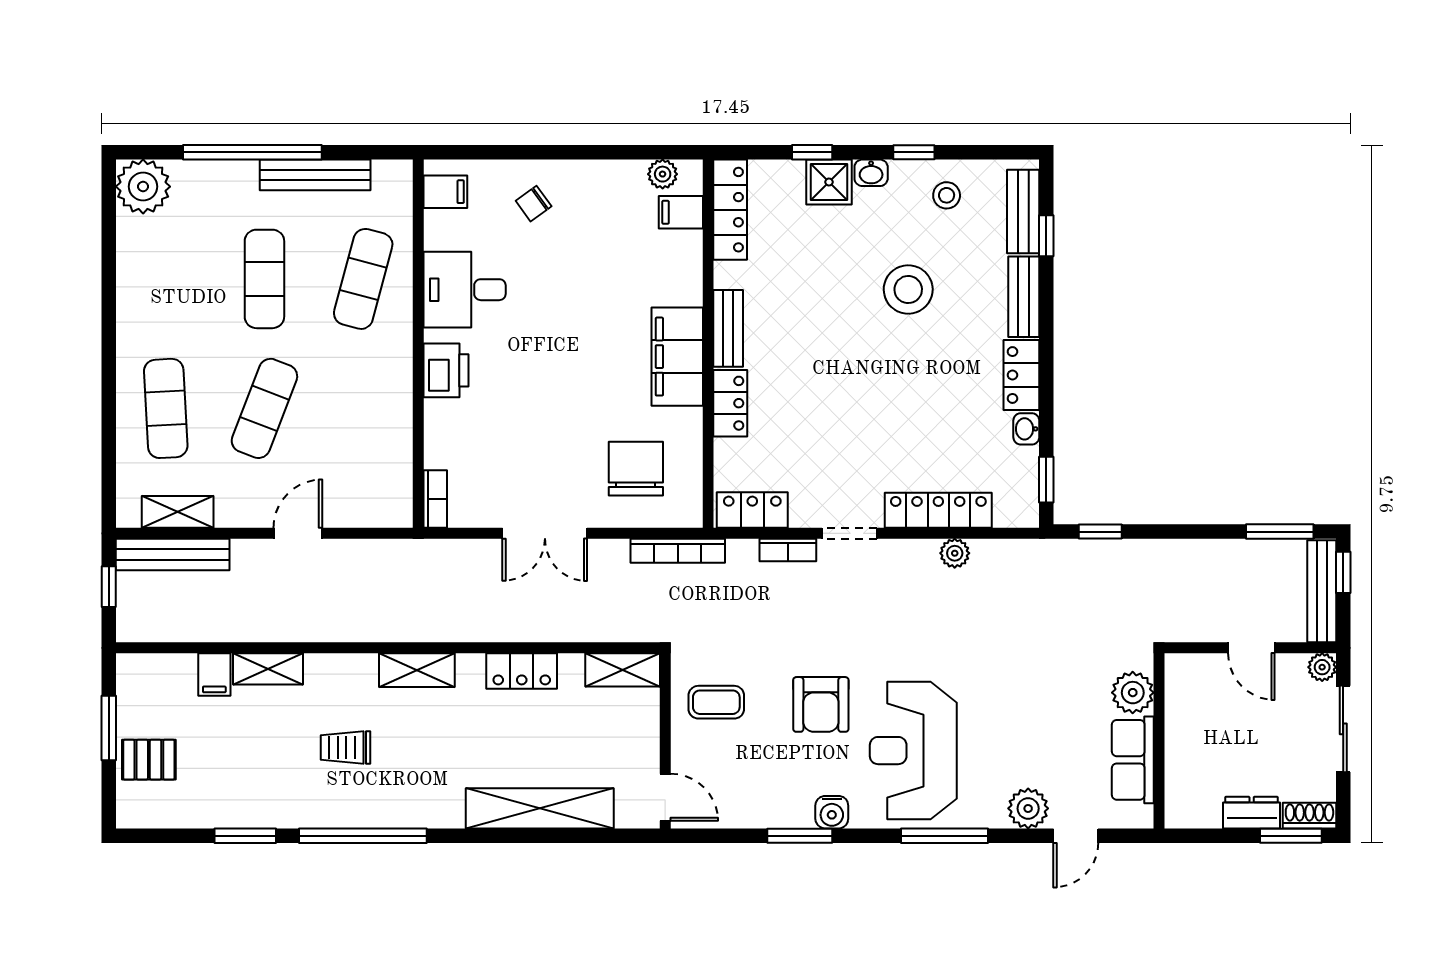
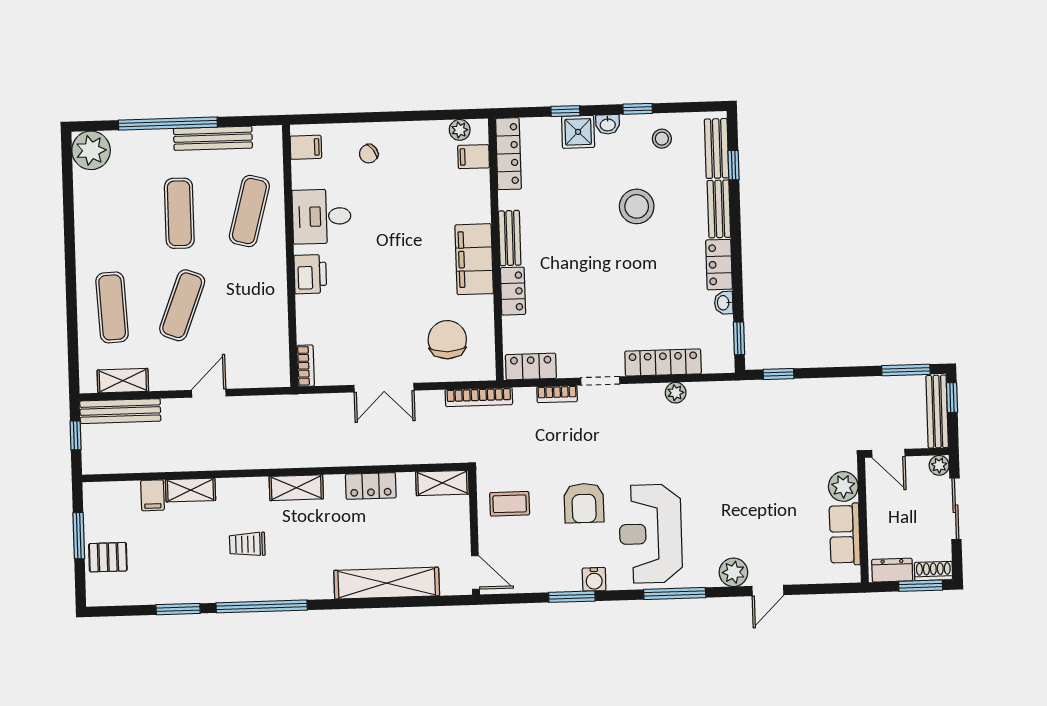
plant: (1133, 693) -> (843, 486), moved
wall: (1159, 741) -> (863, 520), moved
row of seats: (1133, 760) -> (845, 534), moved

